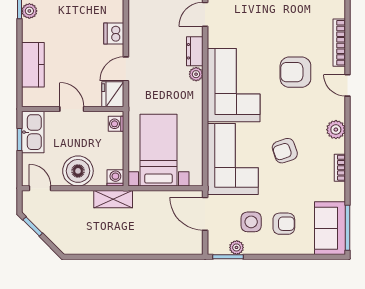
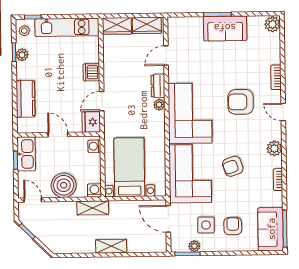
bookcase: (339, 43) -> (276, 77), width x0.64
armchair: (284, 224) -> (233, 226), turned -90
shelving: (135, 246) -> (111, 246), added

